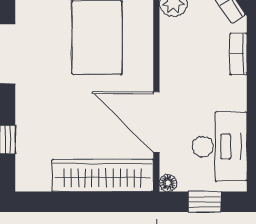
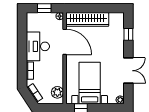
desk: (220, 146) -> (38, 46), moved

